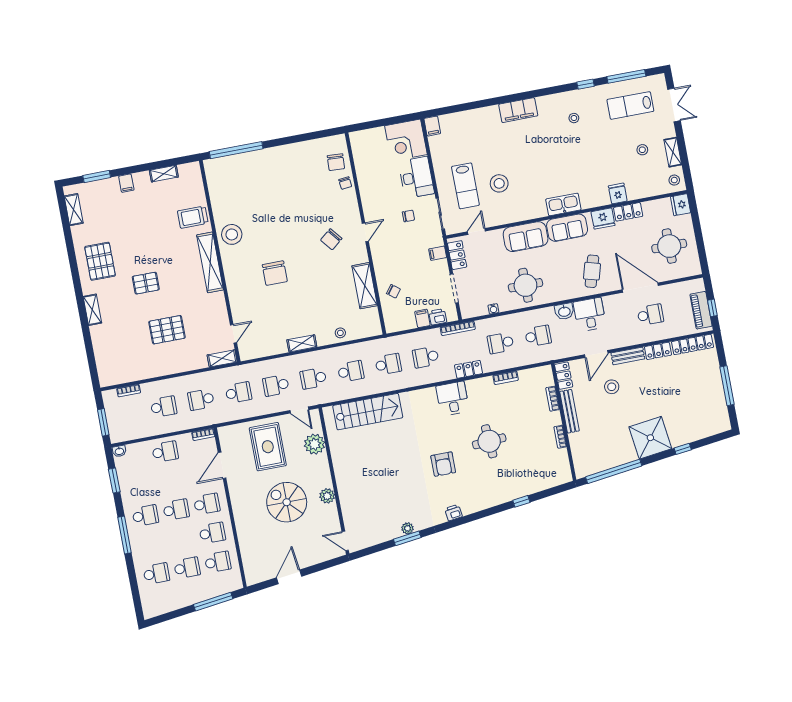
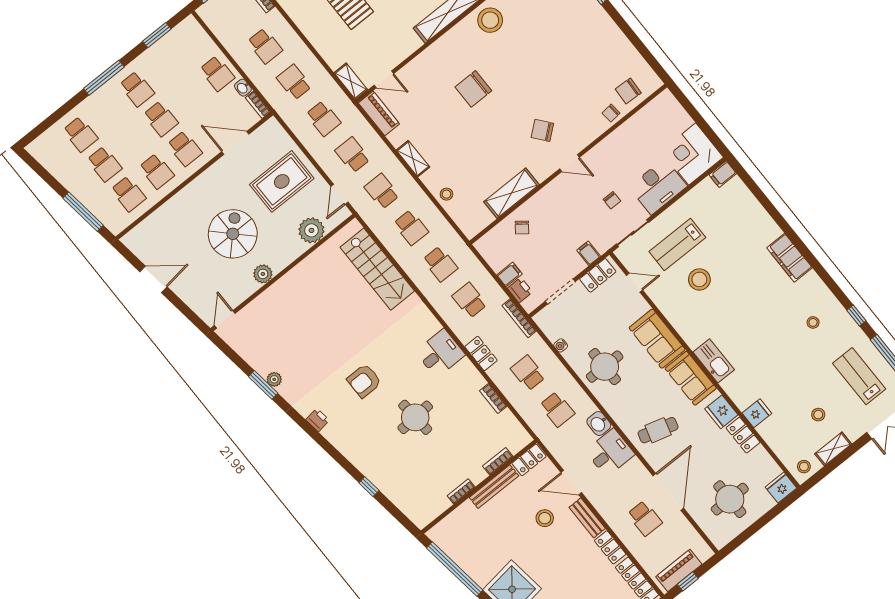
piano: (256, 350) -> (379, 113), added
washbasin: (119, 451) -> (243, 88), moved

